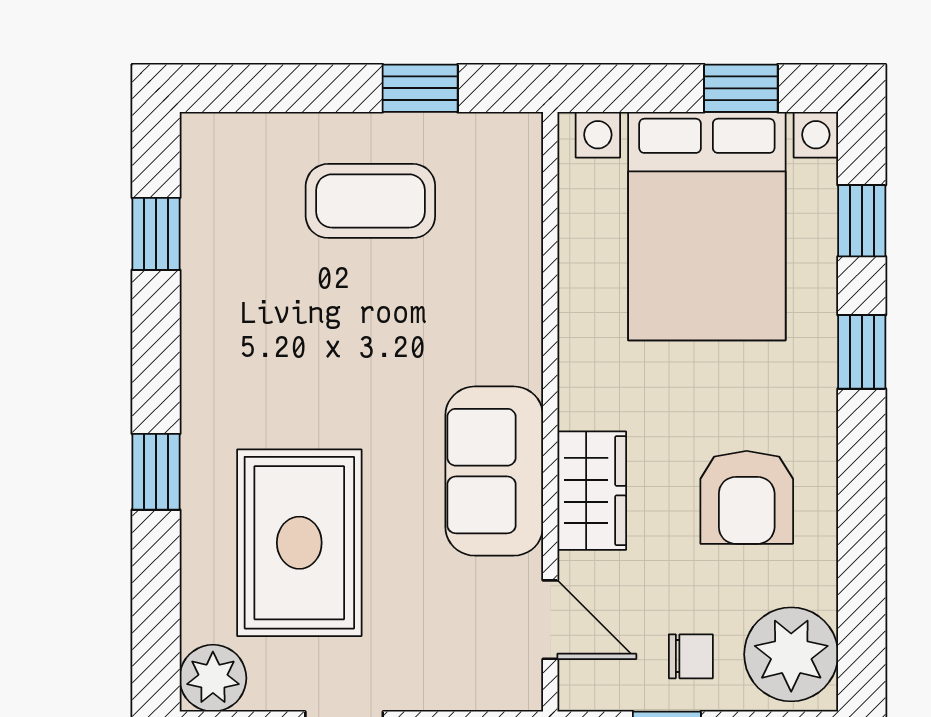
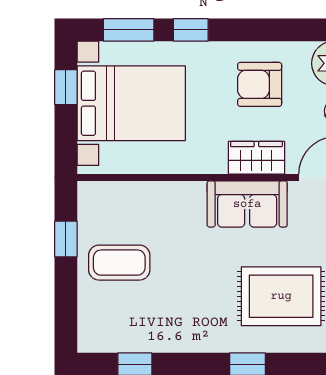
coffee table: (370, 201) -> (119, 263), turned 90
window: (862, 221) -> (129, 30), width x1.50
armchair: (747, 497) -> (260, 84), turned 180

